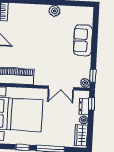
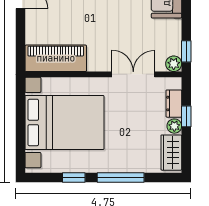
double door: (61, 88) -> (133, 74), swing flipped
window: (91, 104) -> (186, 116), moved

